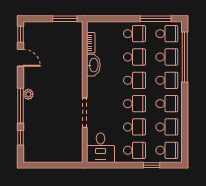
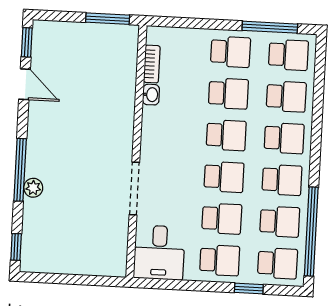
window: (185, 57) -> (311, 232), moved
washbasin: (93, 65) -> (151, 95), width x0.52, depth x0.69
plant: (28, 94) -> (33, 188), moved
window: (20, 138) -> (16, 247), moved

